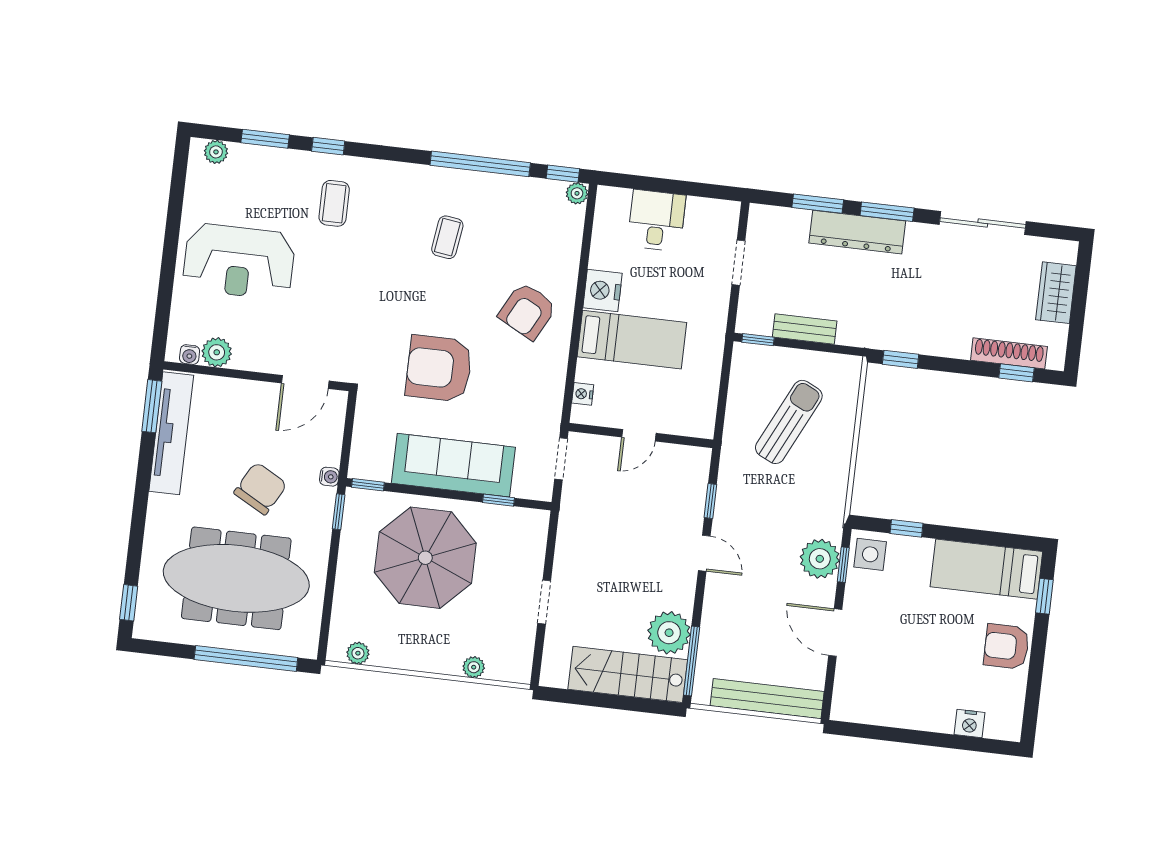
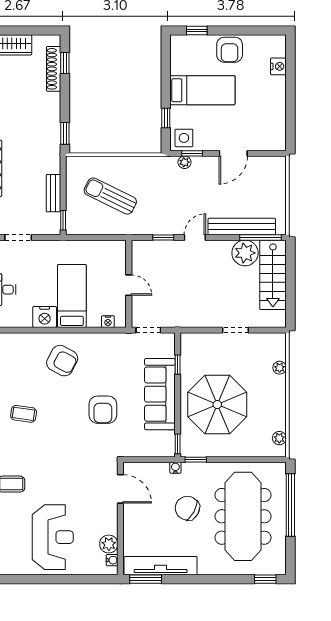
armchair: (439, 368) -> (103, 410), width x0.73, depth x0.73
plant: (820, 559) -> (185, 162), width x0.53, depth x0.53
bed: (986, 569) -> (202, 90), moved, turned -90
bench: (767, 699) -> (242, 227), moved, turned 90

